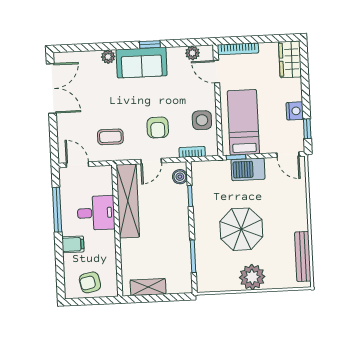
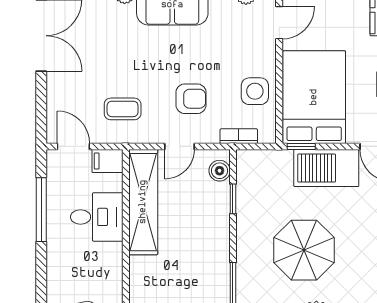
door: (217, 72) -> (279, 23), swing flipped
bed: (243, 122) -> (314, 97), width x1.50
armchair: (158, 128) -> (191, 99), turned -90
barbecue: (248, 169) -> (326, 168), width x1.37, depth x1.21
filing cabinet: (73, 244) -> (107, 161), moved, turned 180

